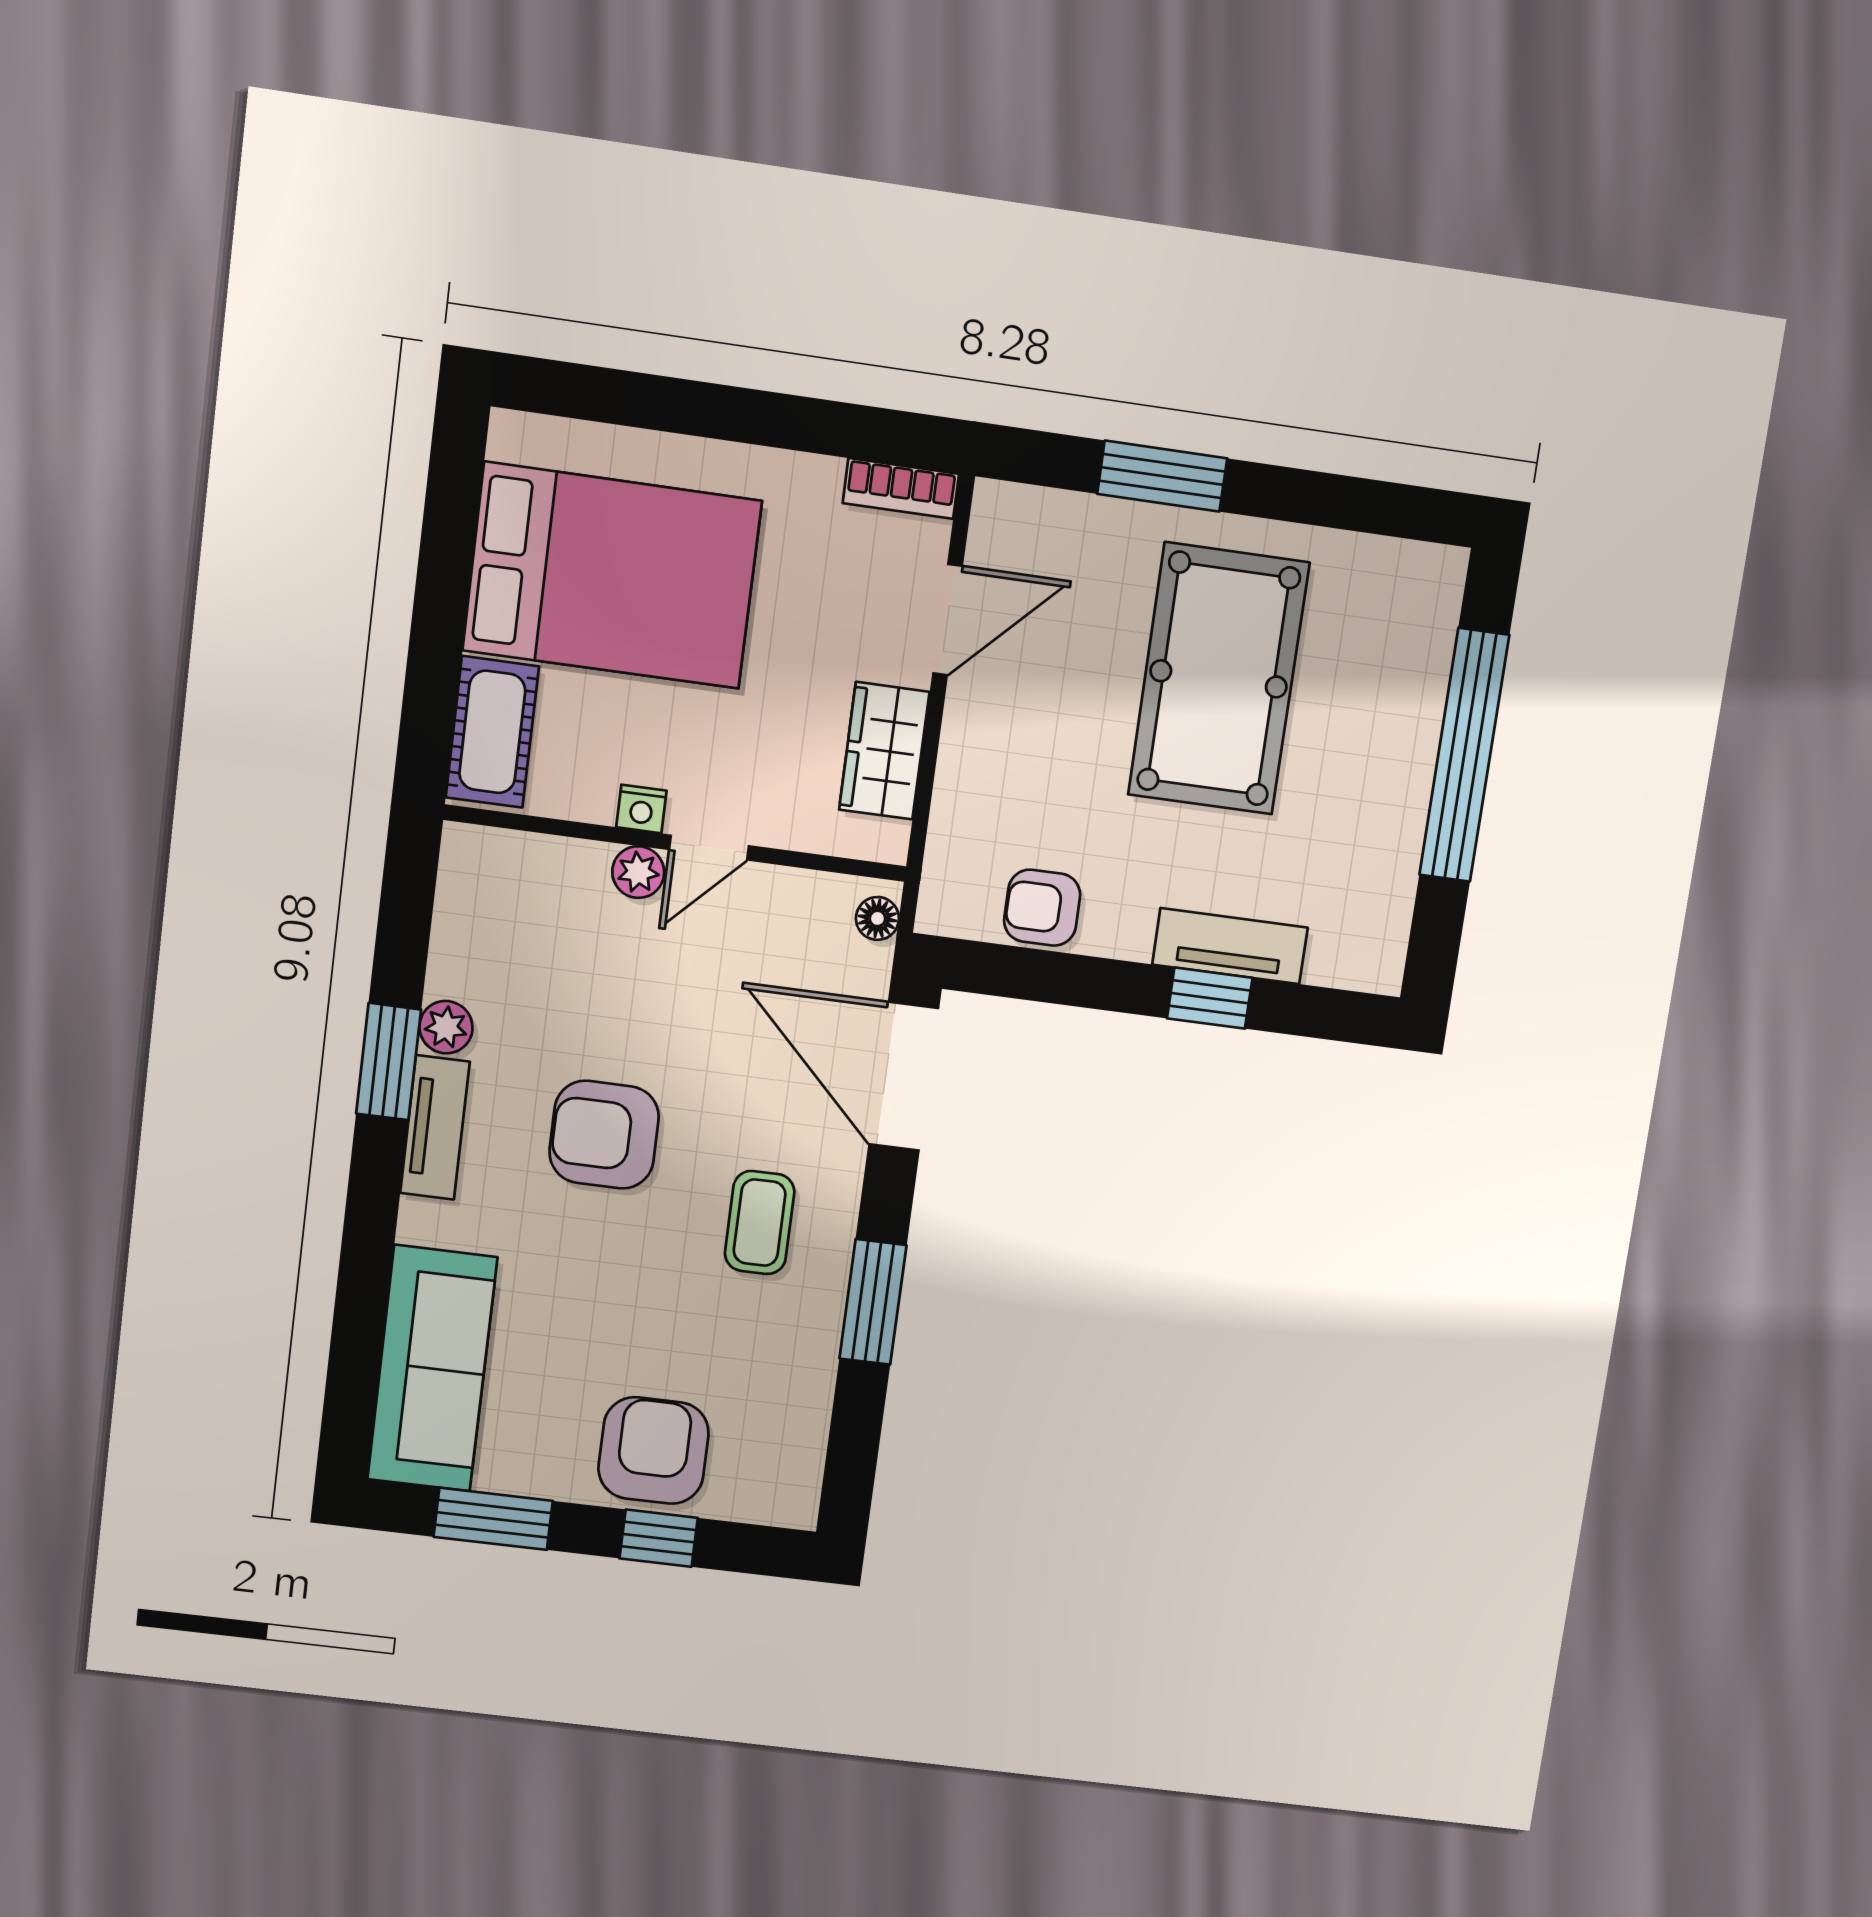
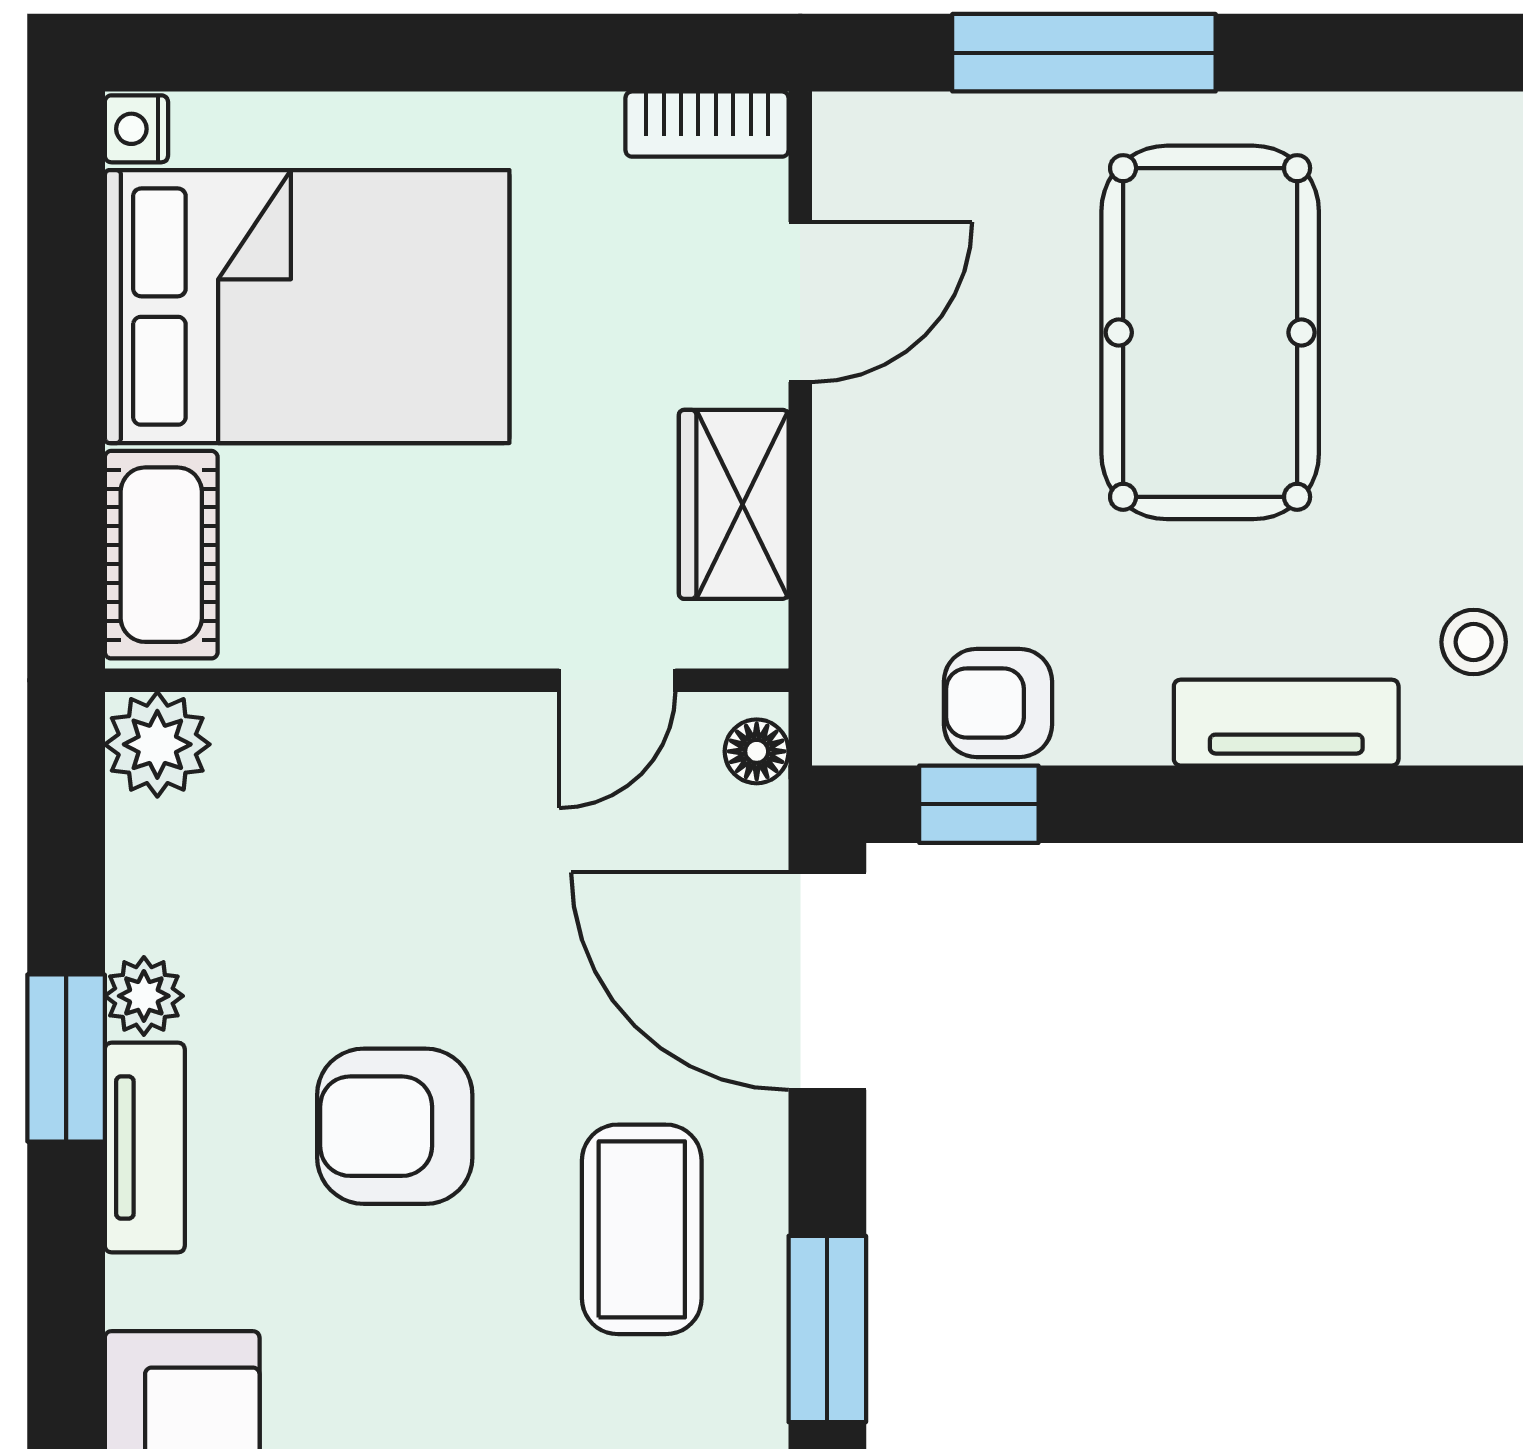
window: (1162, 476) -> (1084, 53), width x1.44
nightstand: (641, 809) -> (136, 129), moved, turned 90
door: (709, 848) -> (617, 680), moved
plant: (638, 872) -> (157, 744), moved, width x1.38, depth x1.38
stool: (1361, 909) -> (1474, 642), added
window: (1210, 998) -> (979, 804), moved
coffee table: (760, 1223) -> (642, 1229), width x1.36, depth x1.30

